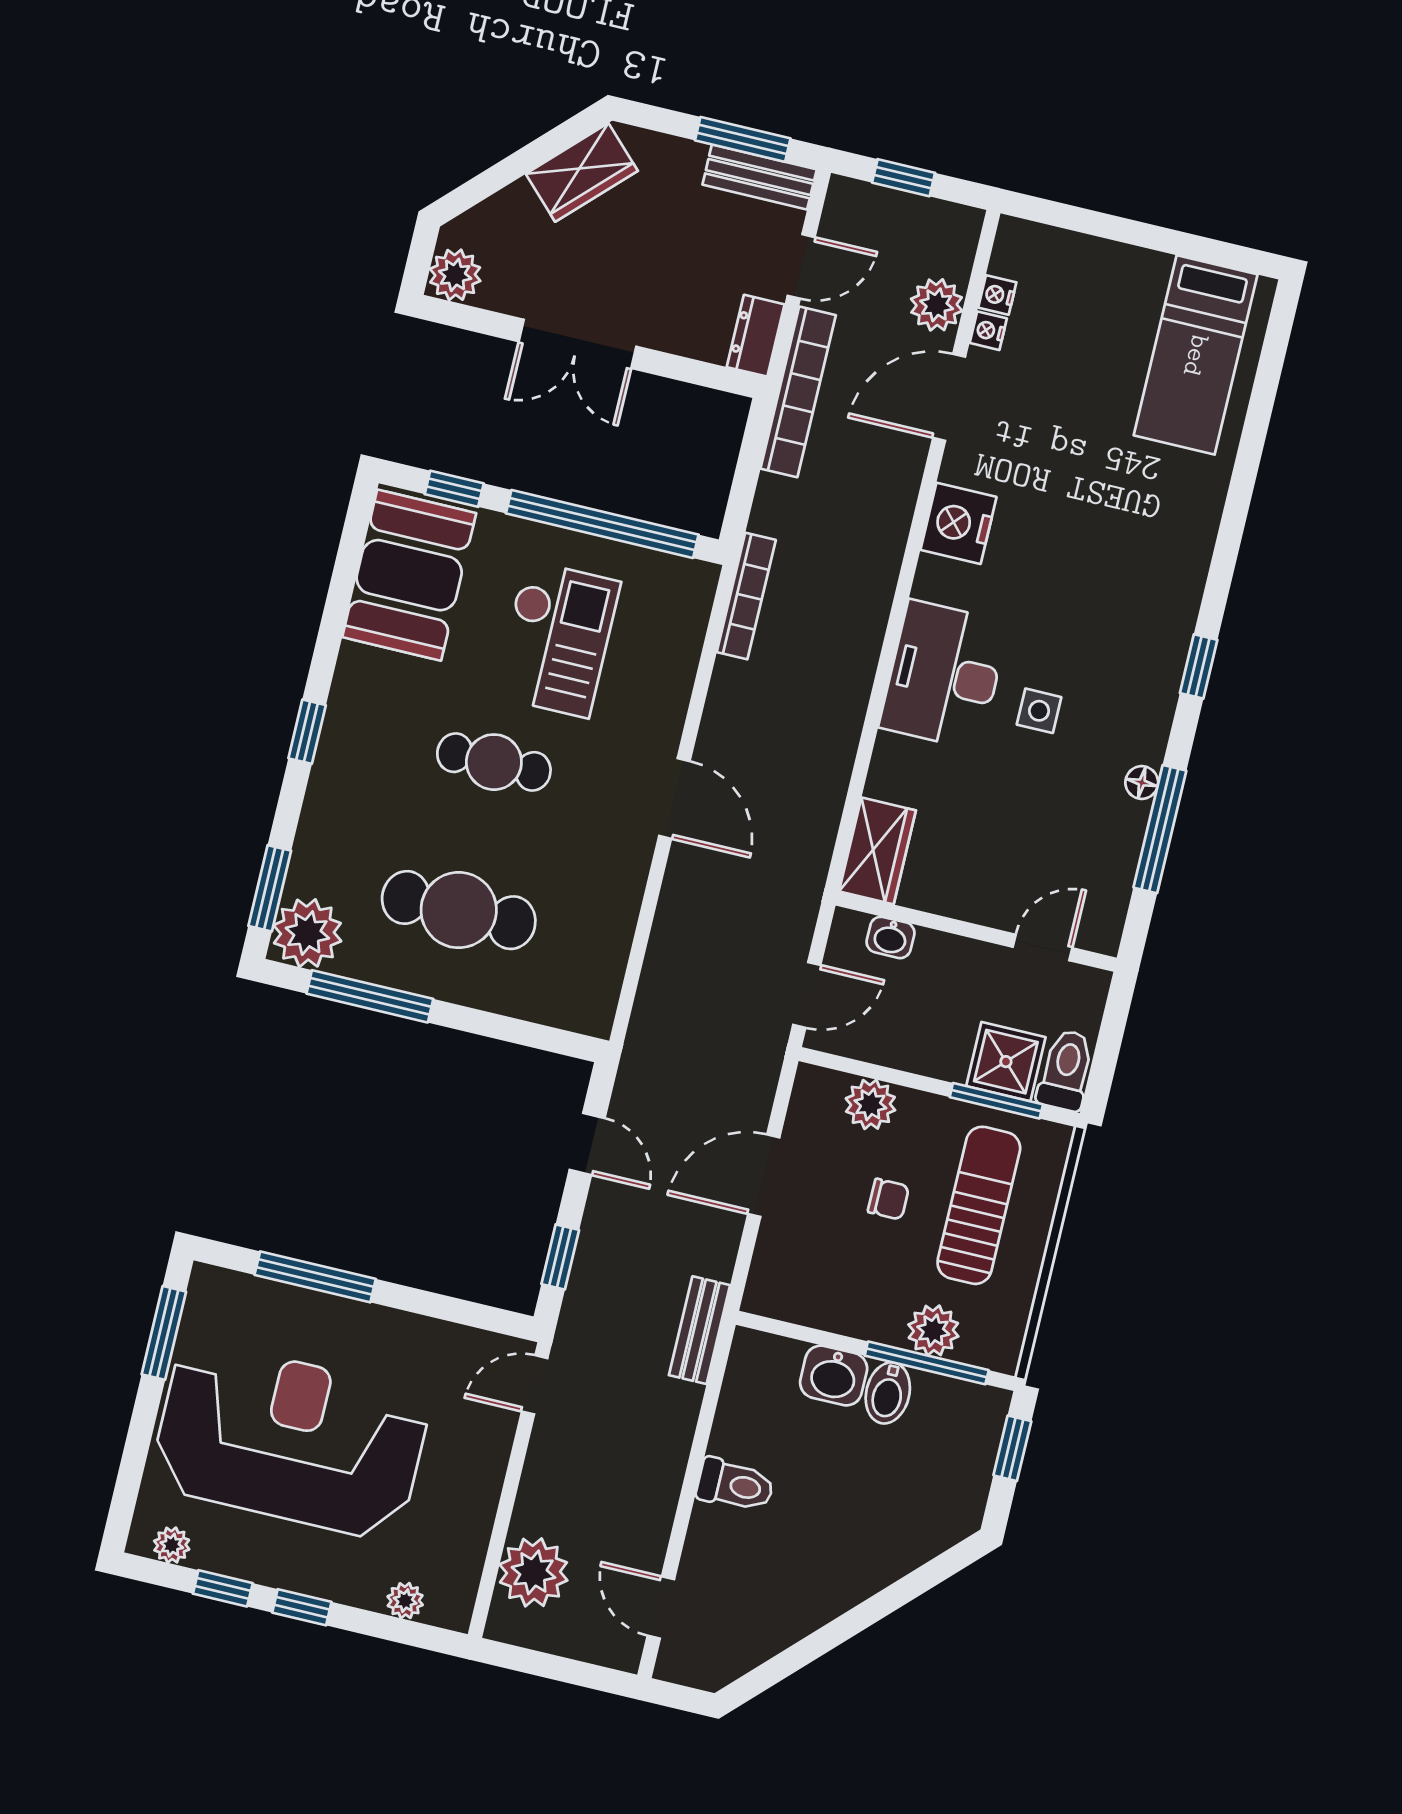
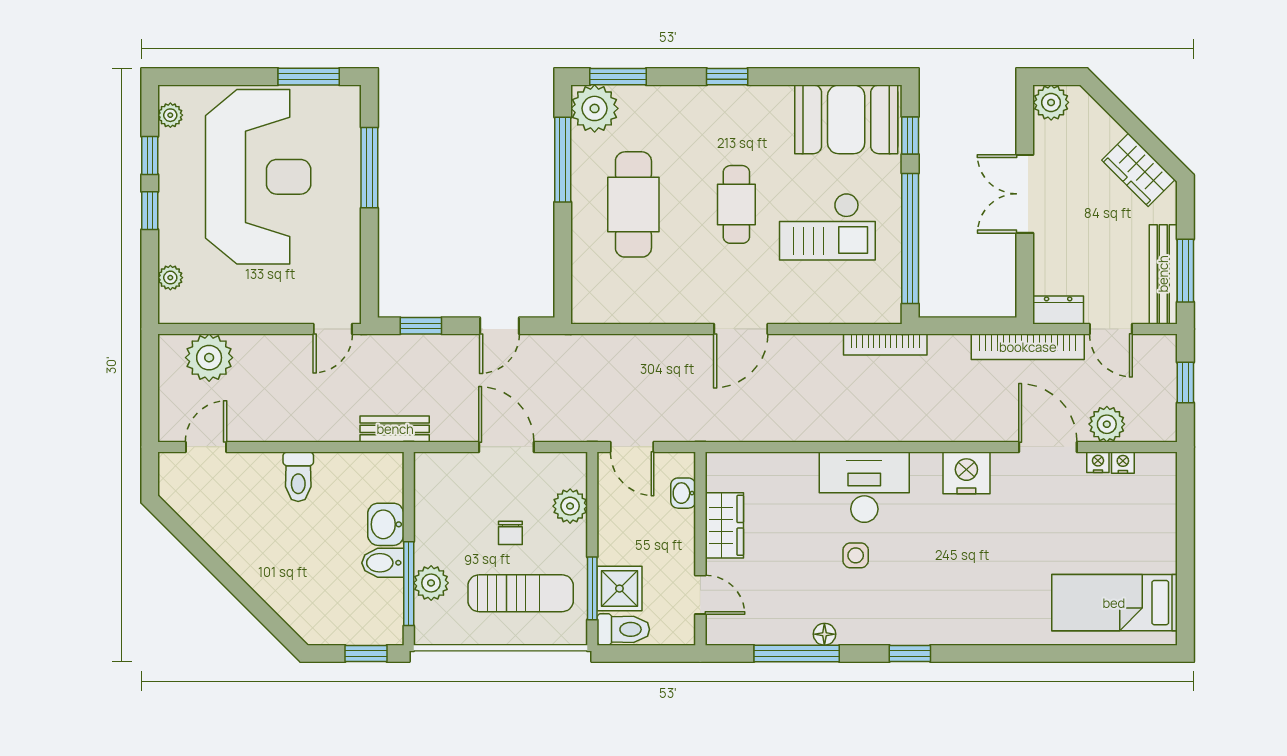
bench: (760, 177) -> (1163, 274), width x1.36
wardrobe: (877, 851) -> (724, 525), moved, turned -90
door: (535, 1385) -> (333, 329), swing flipped

